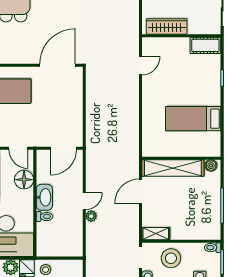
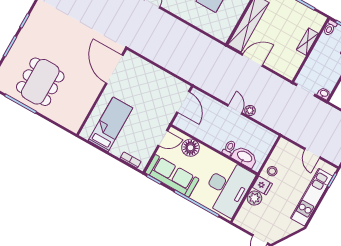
door: (140, 191) -> (252, 60), swing flipped
washbasin: (44, 197) -> (244, 157), moved
shelving: (156, 234) -> (307, 42), moved
stool: (171, 258) -> (320, 66), removed

